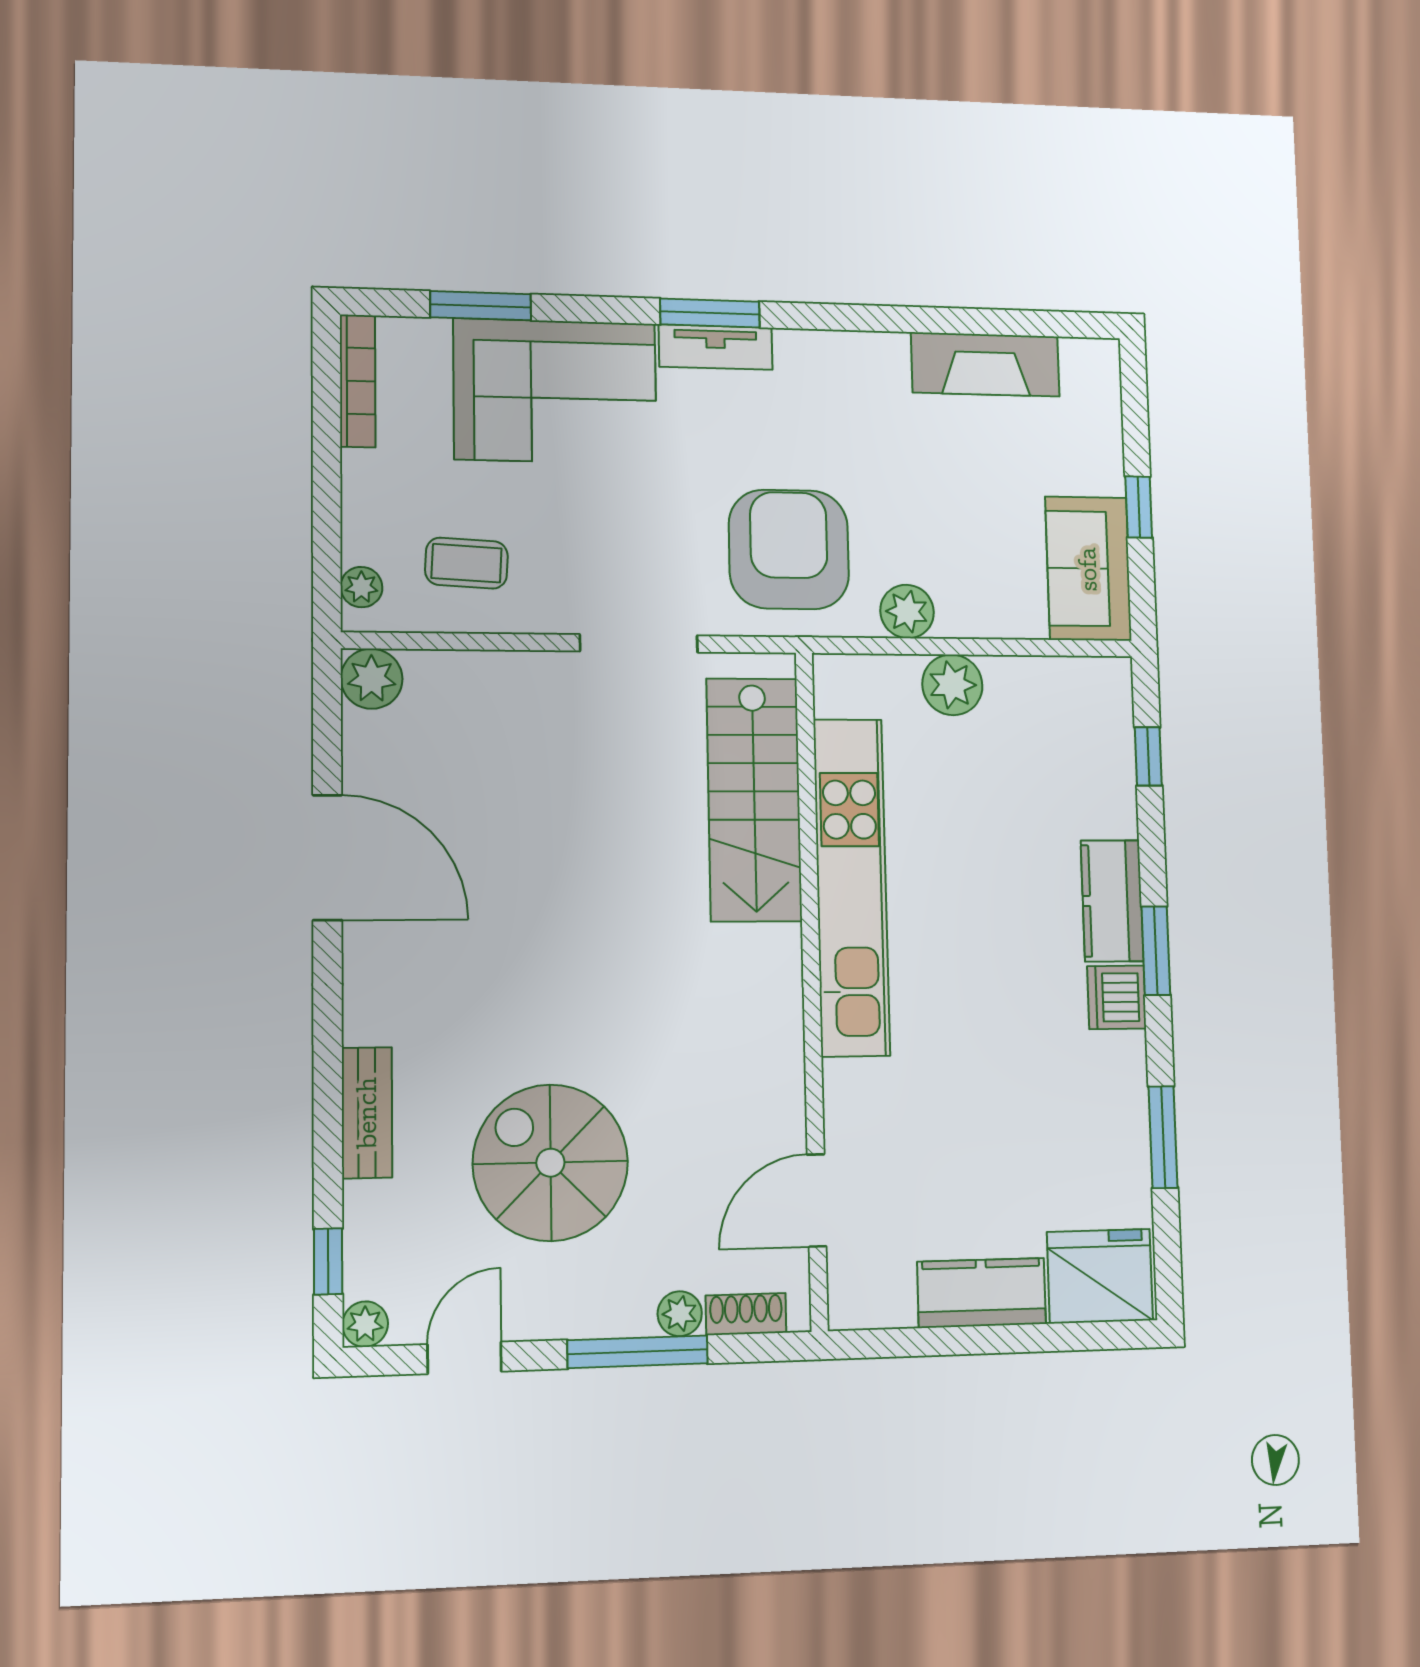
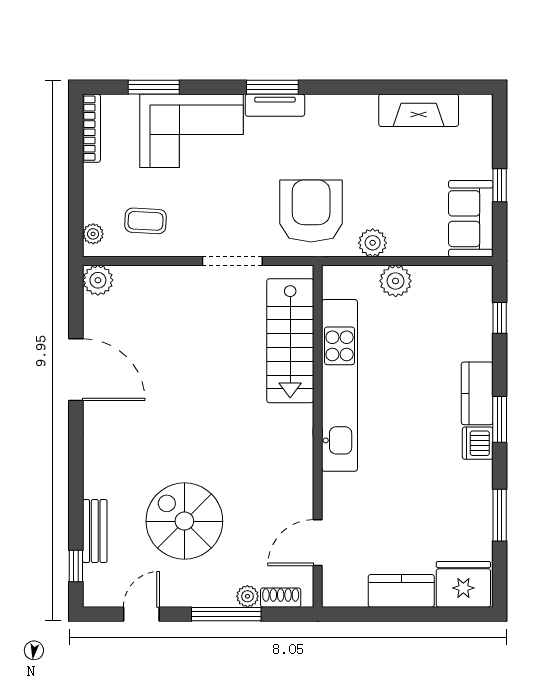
bench: (367, 1113) -> (95, 531), moved
plant: (365, 1324) -> (94, 596), removed

